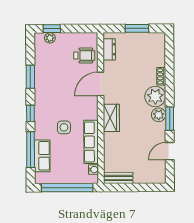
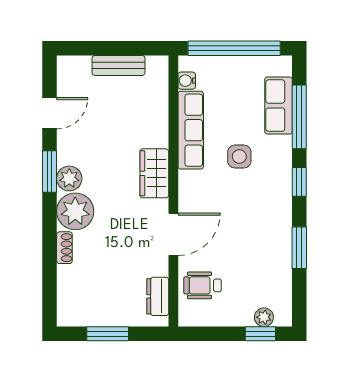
bench: (118, 178) -> (119, 65), moved

